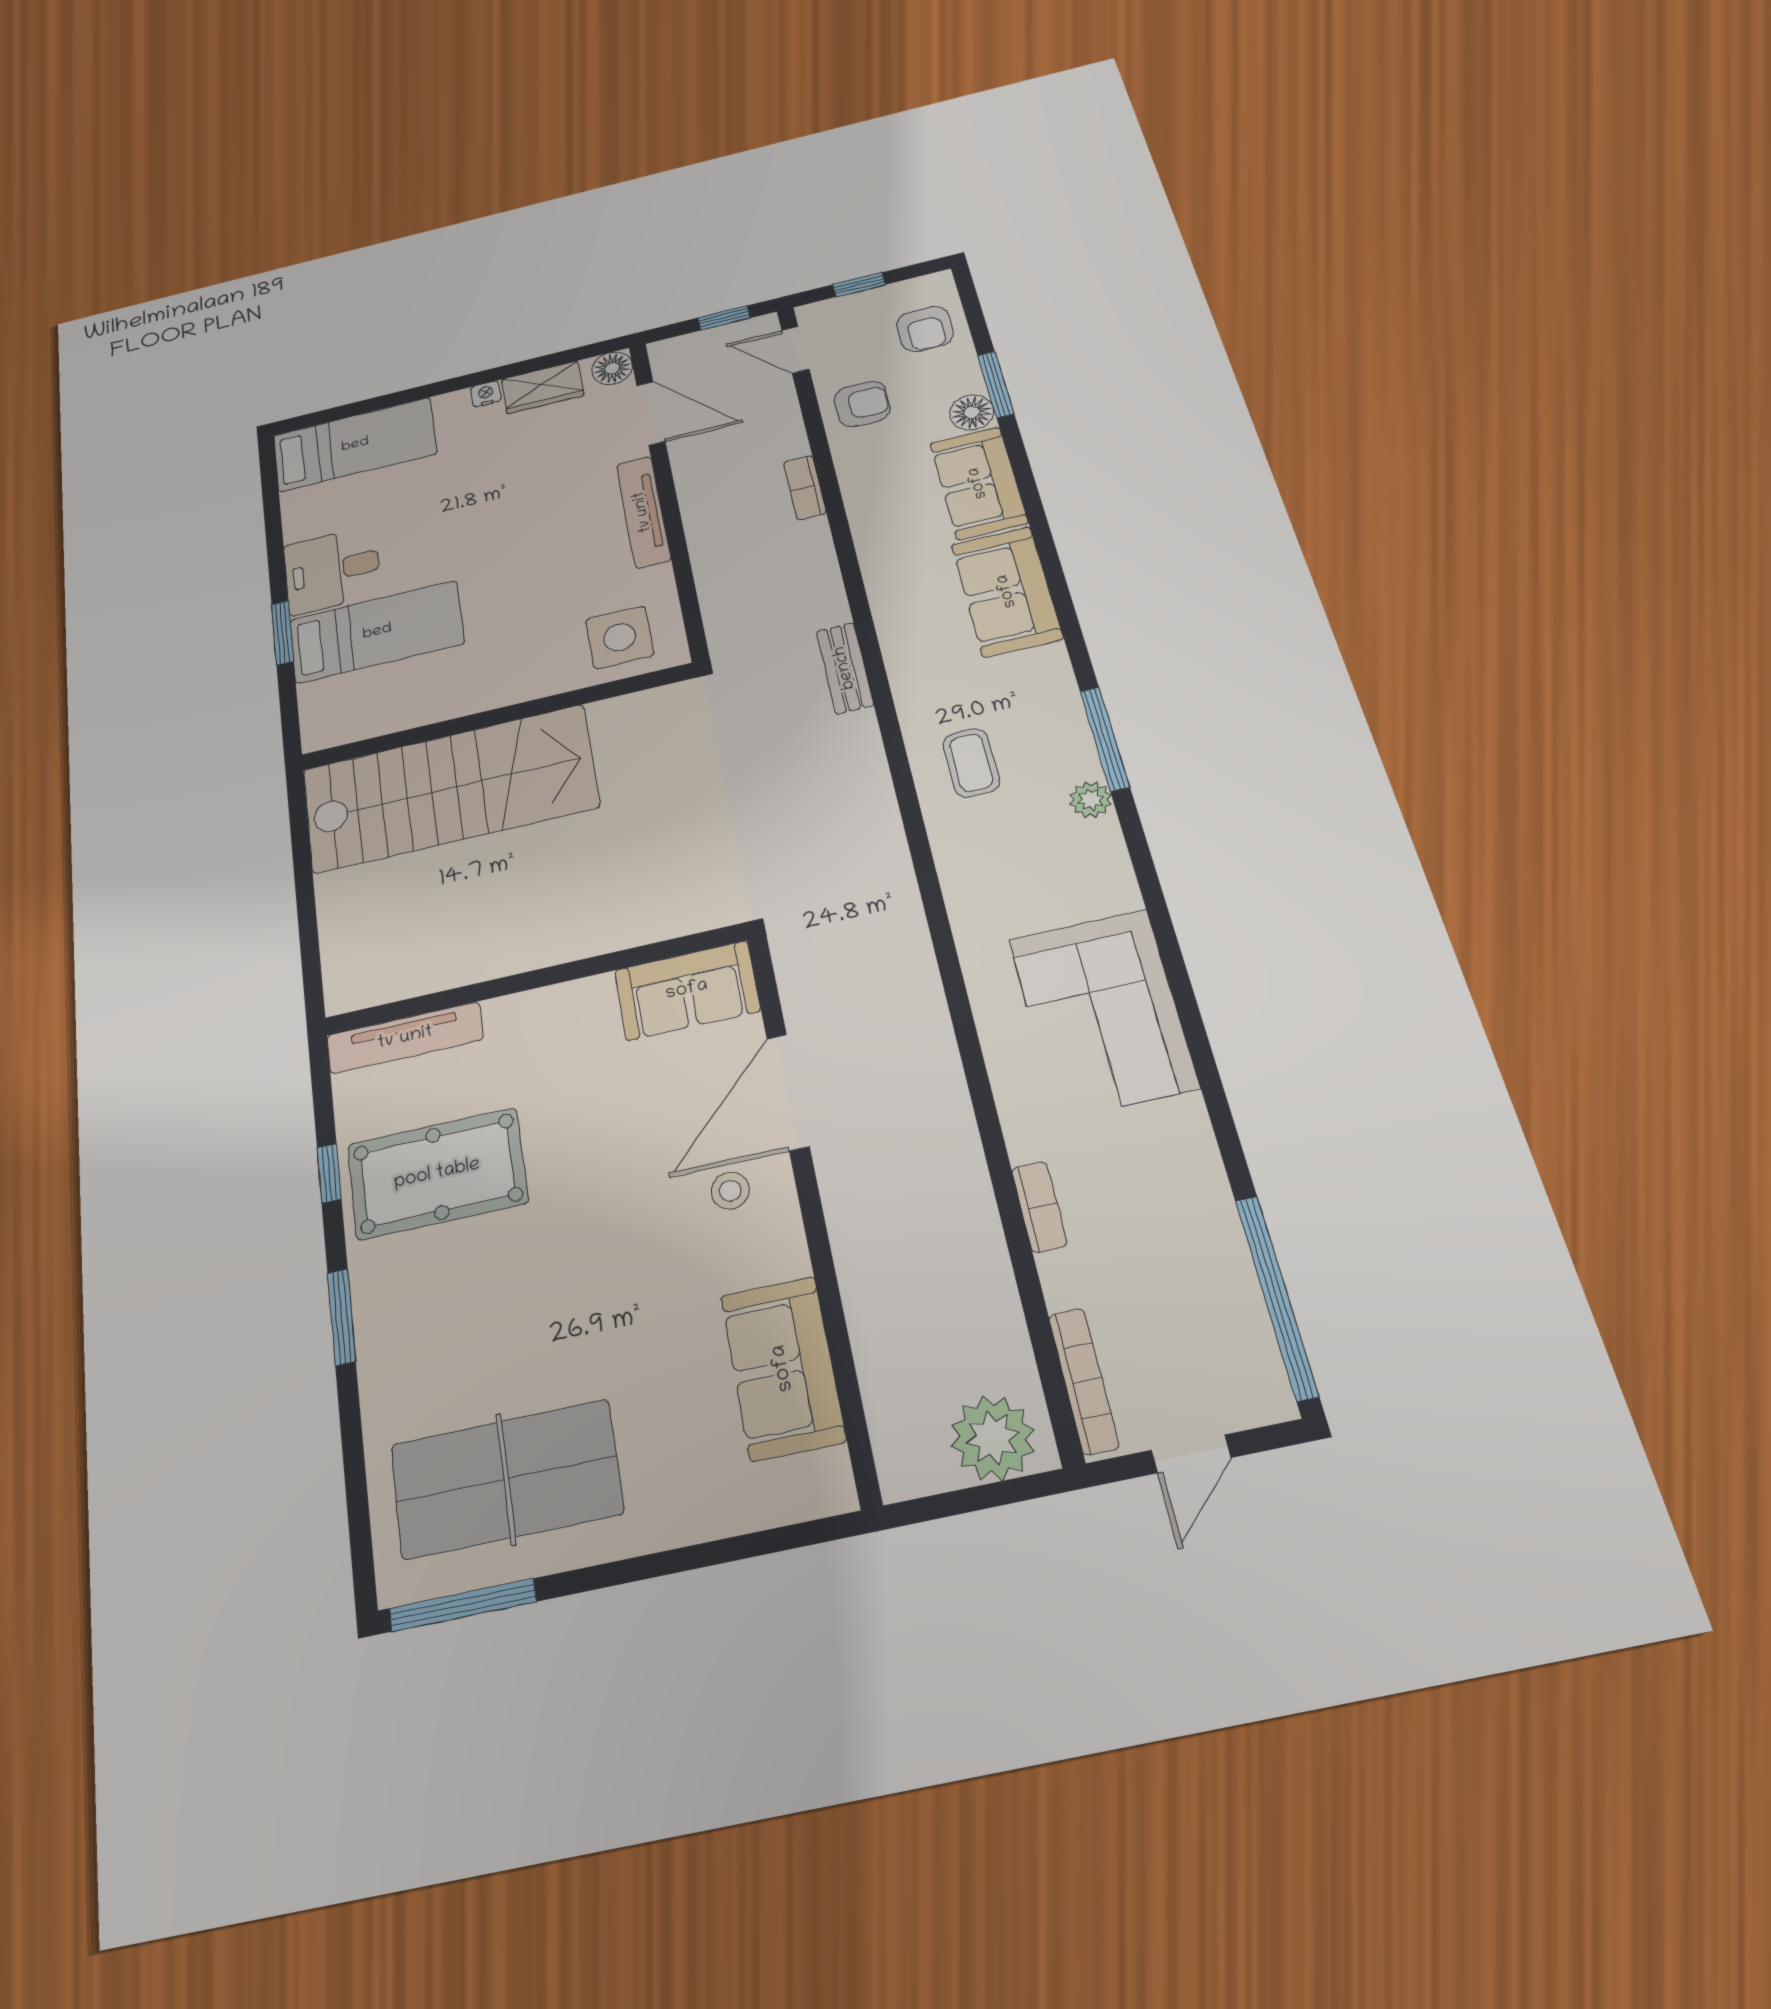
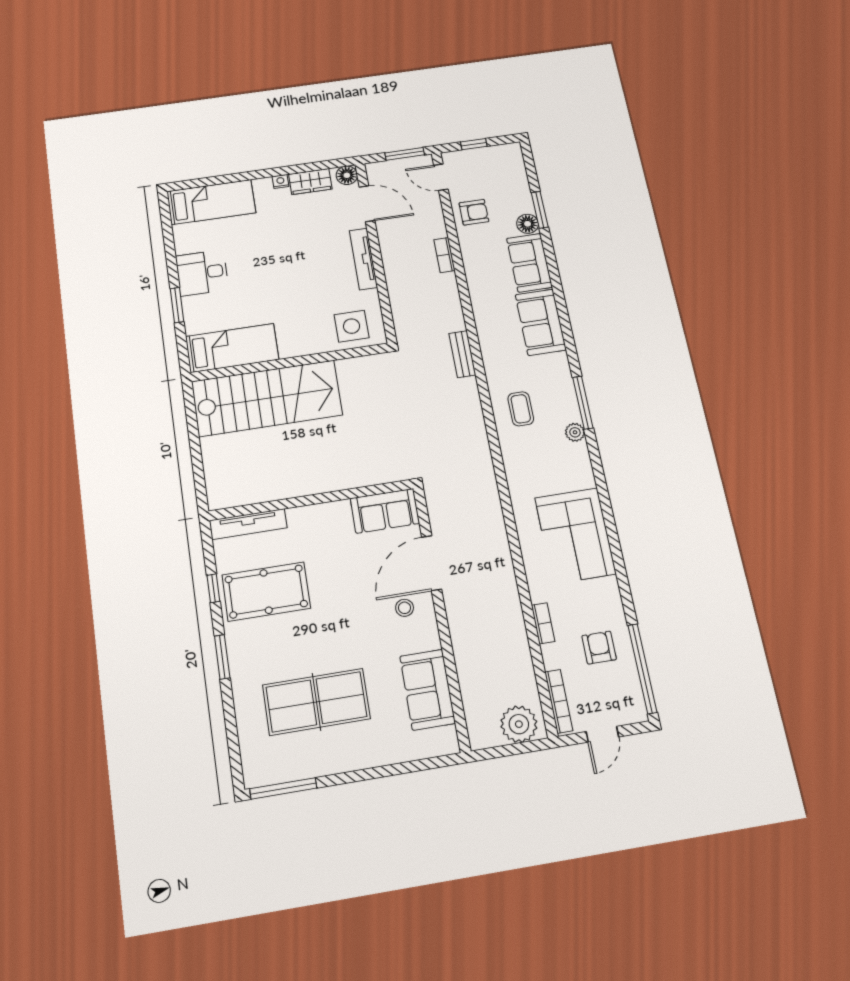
window: (724, 318) -> (405, 154), width x1.50
armchair: (925, 329) -> (599, 648), moved, turned 180
bed: (377, 632) -> (232, 348), moved
table tennis table: (506, 1479) -> (316, 702), moved

